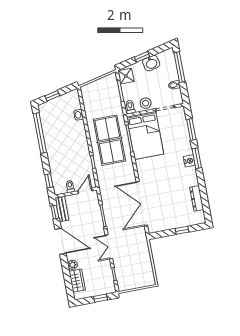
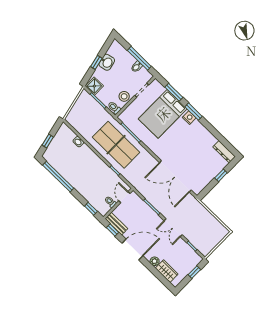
window: (179, 67) -> (139, 58), moved
bed: (145, 135) -> (163, 114), moved, turned 90
dresser: (197, 198) -> (224, 152), moved

